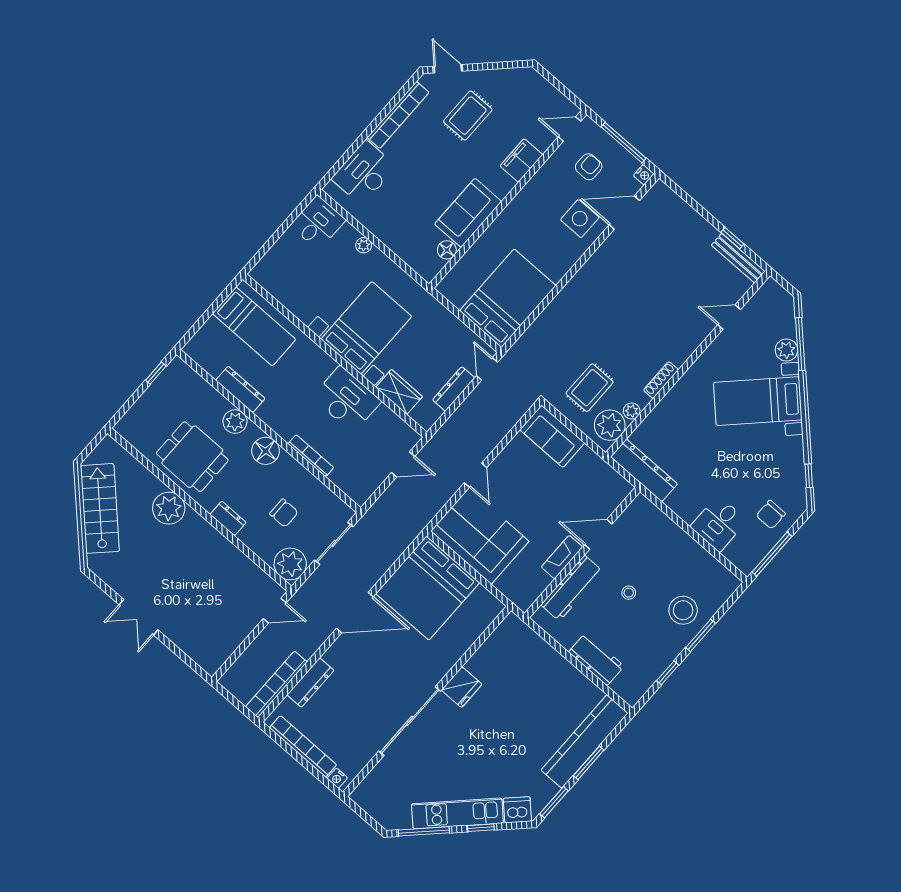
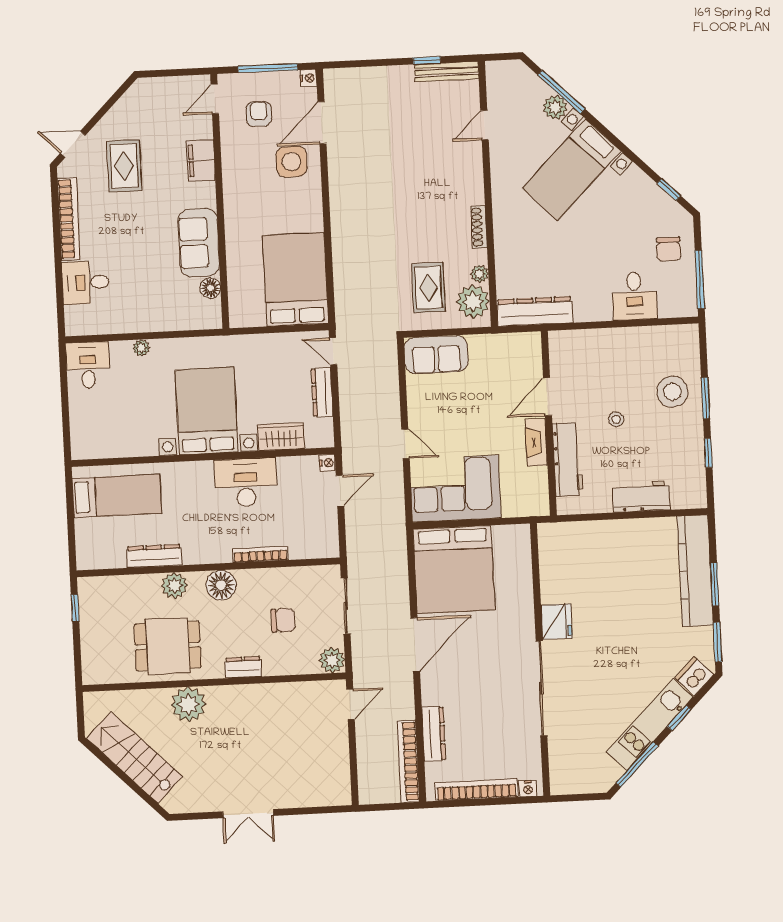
desk: (364, 173) -> (86, 283), width x0.73
nightstand: (413, 438) -> (327, 463), added
plant: (290, 564) -> (332, 660), width x0.73, depth x0.73

